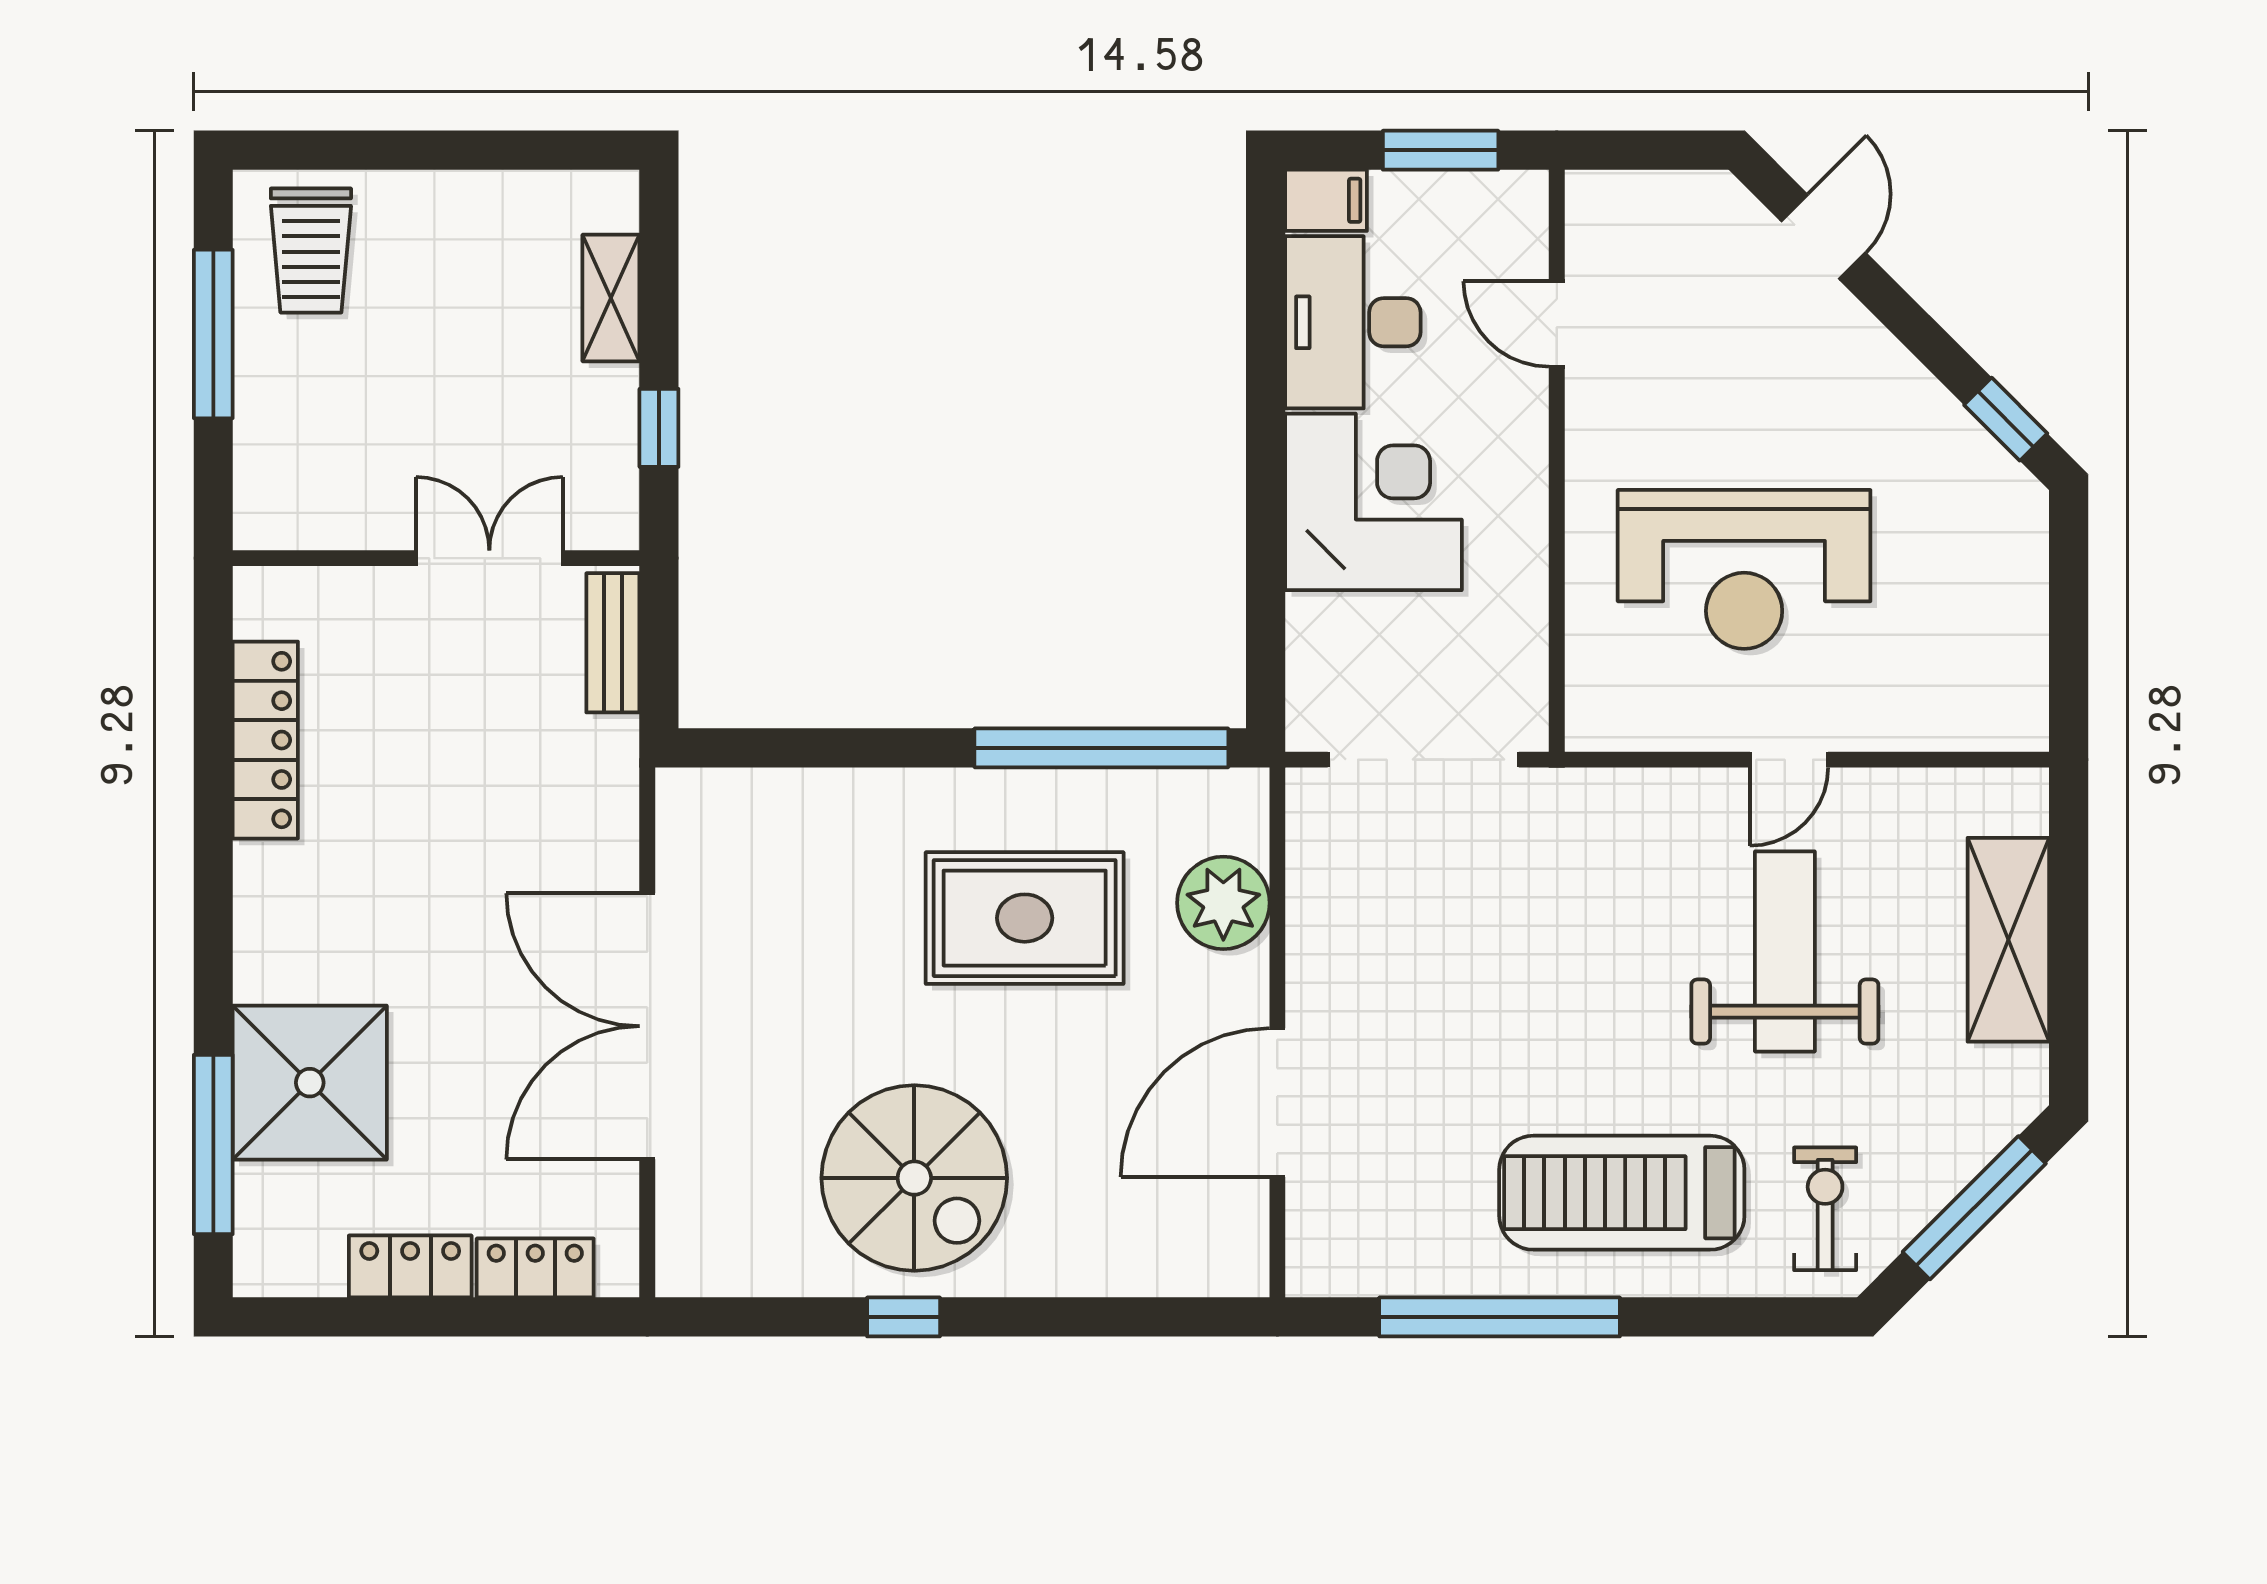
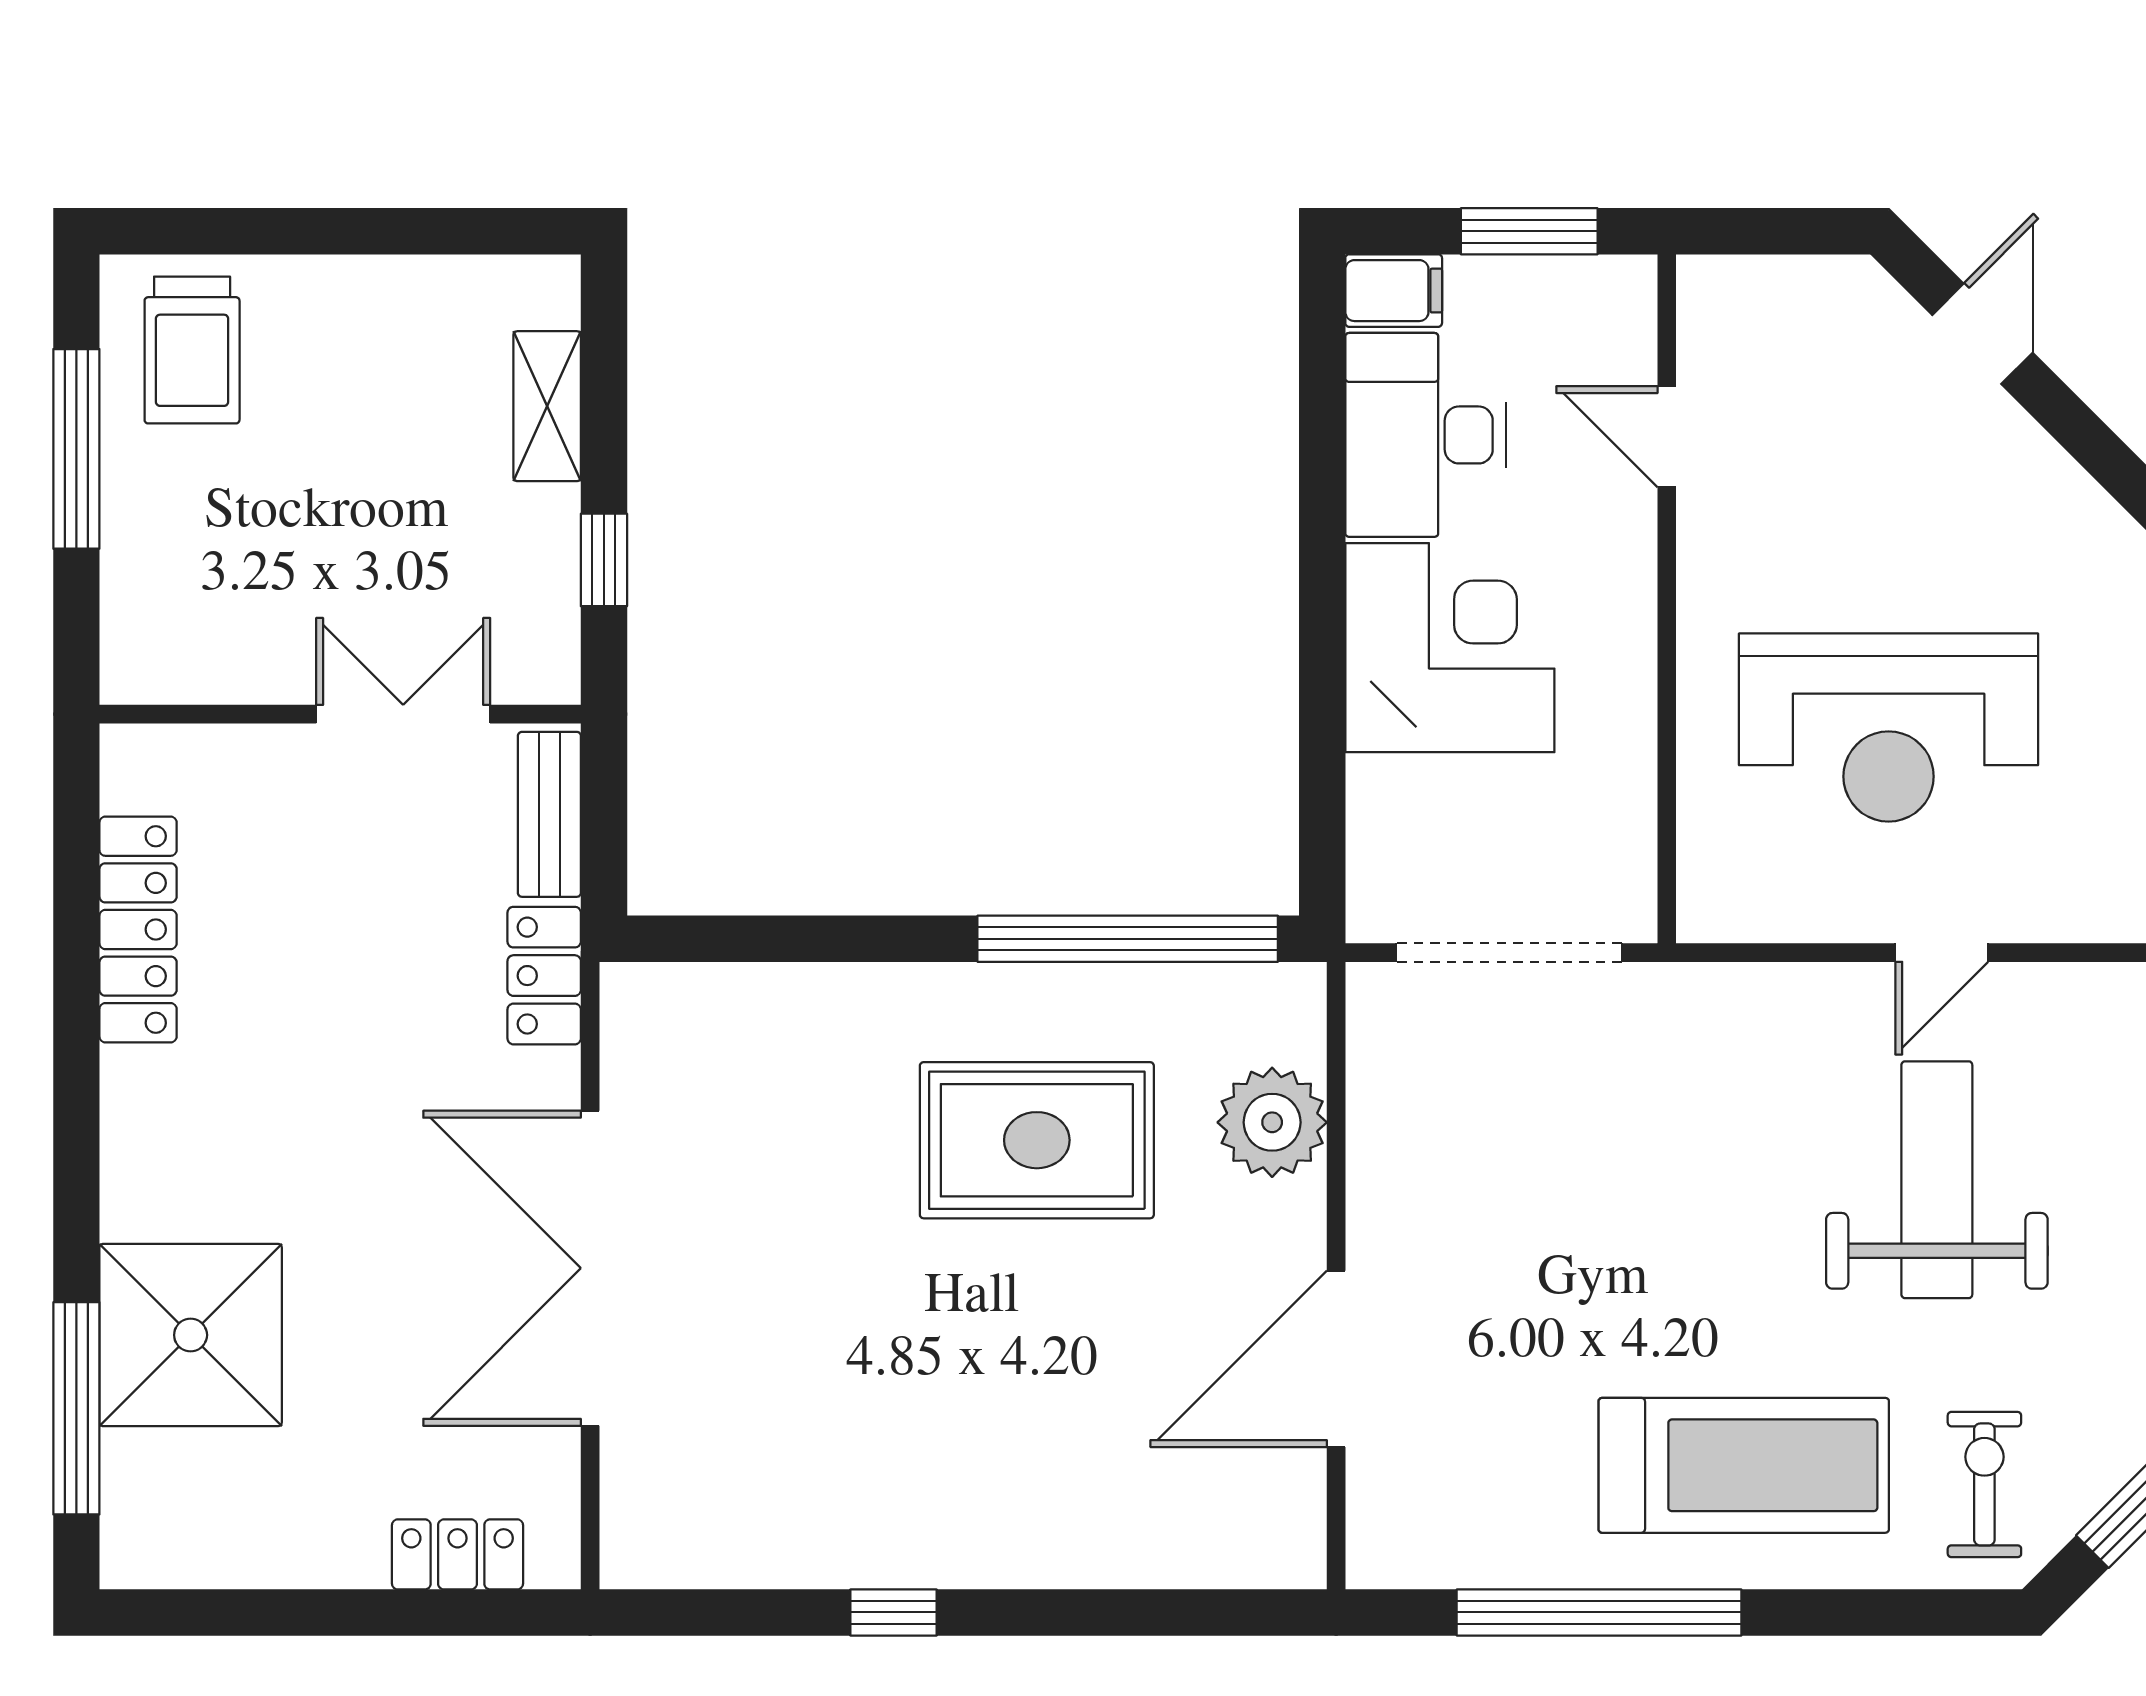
spiral stairs: (914, 1178) -> (906, 1448), removed
treadmill: (1622, 1193) -> (1744, 1465), turned 180
locker: (410, 1266) -> (544, 976), moved, turned -90

